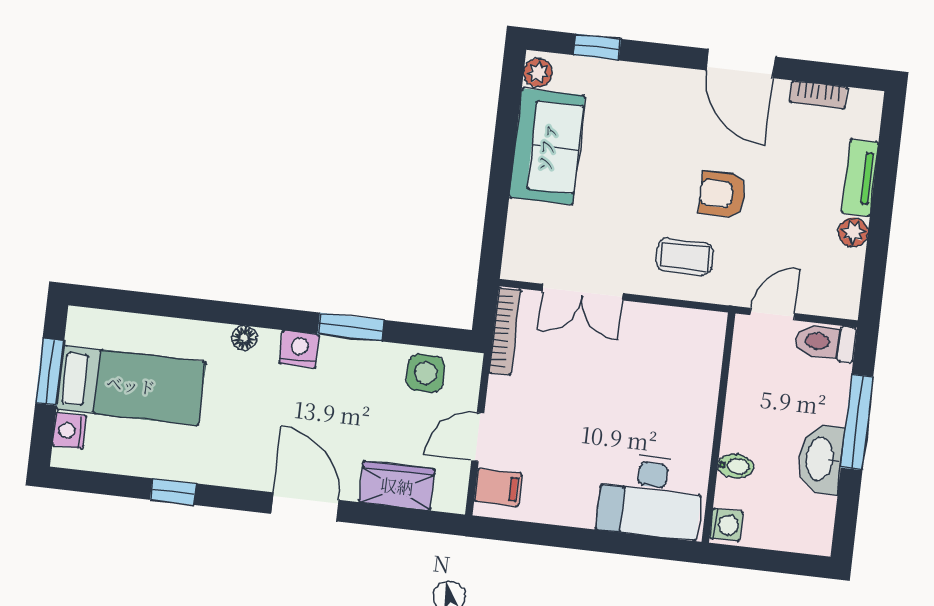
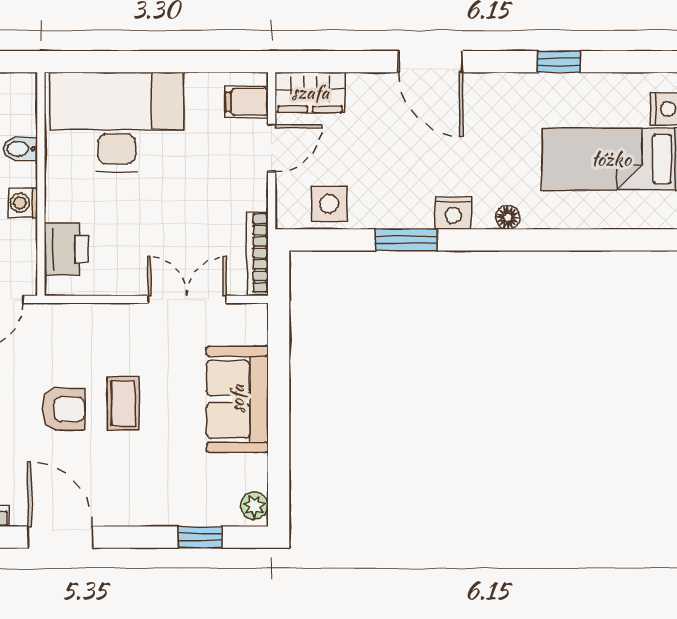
sofa: (547, 147) -> (237, 399), moved
coffee table: (684, 257) -> (123, 404), moved, turned 90
printer: (700, 358) -> (66, 249), added
wardrobe: (397, 486) -> (310, 92), moved
desk: (650, 496) -> (117, 122), width x1.36, depth x1.30
washing machine: (726, 525) -> (23, 203), moved

